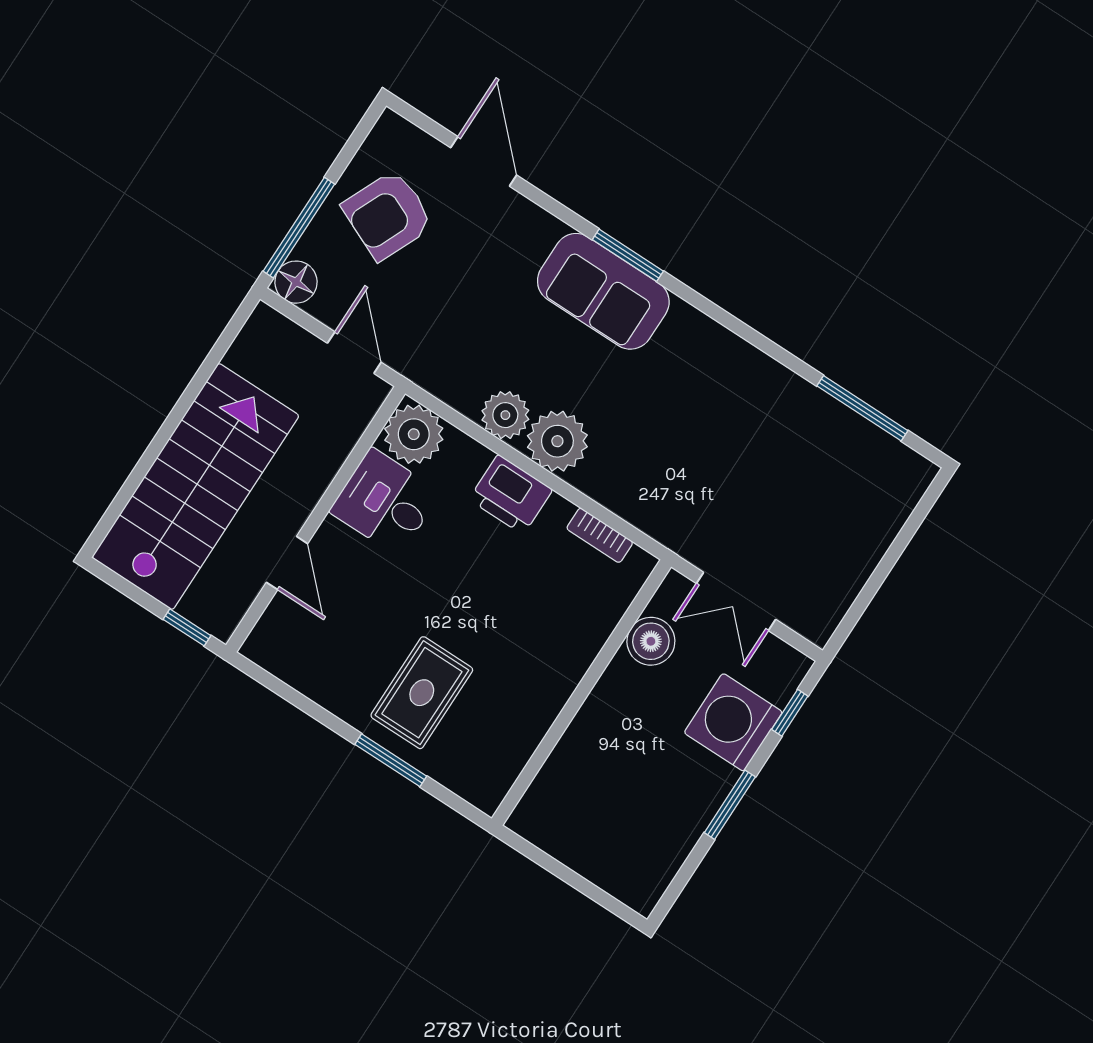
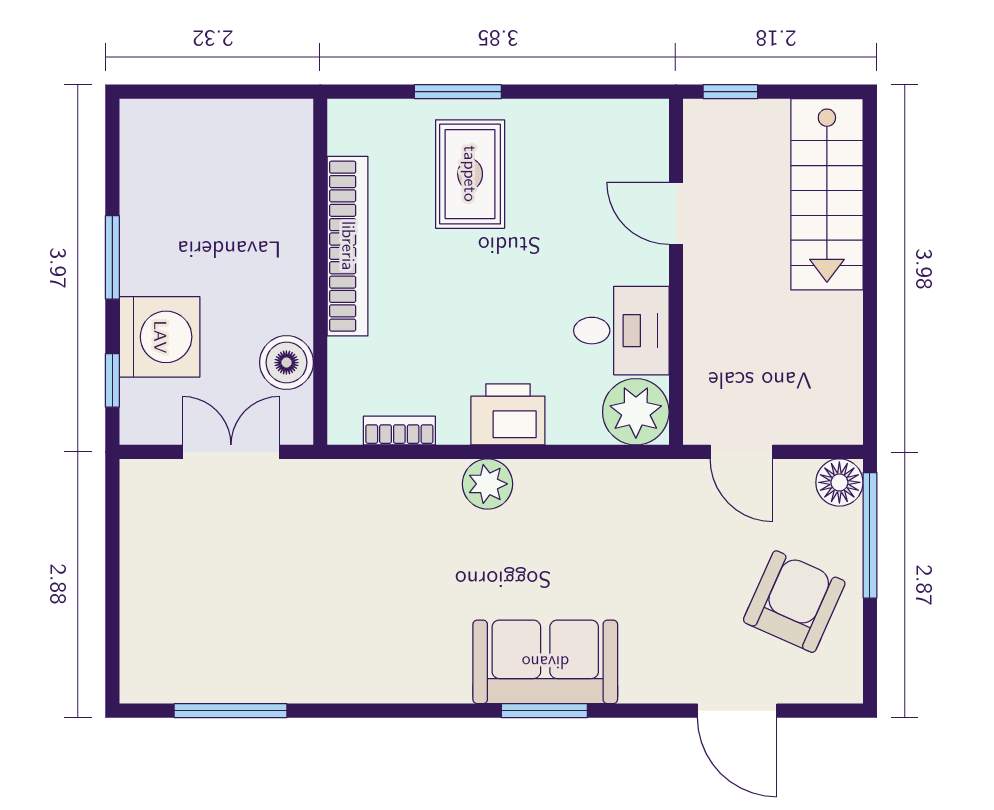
plant: (505, 415) -> (562, 486), removed
plant: (557, 441) -> (488, 484), width x0.73, depth x0.73
stairs: (195, 487) -> (827, 194), width x0.73, depth x0.66
bookcase: (549, 698) -> (348, 246), added

